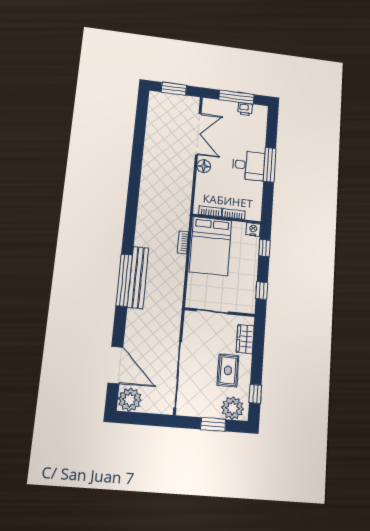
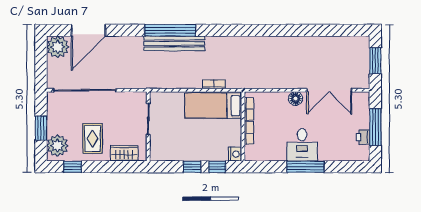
bed: (211, 246) -> (213, 106), width x0.67
window: (262, 291) -> (192, 167), moved
rug: (228, 370) -> (93, 139), turned 90

